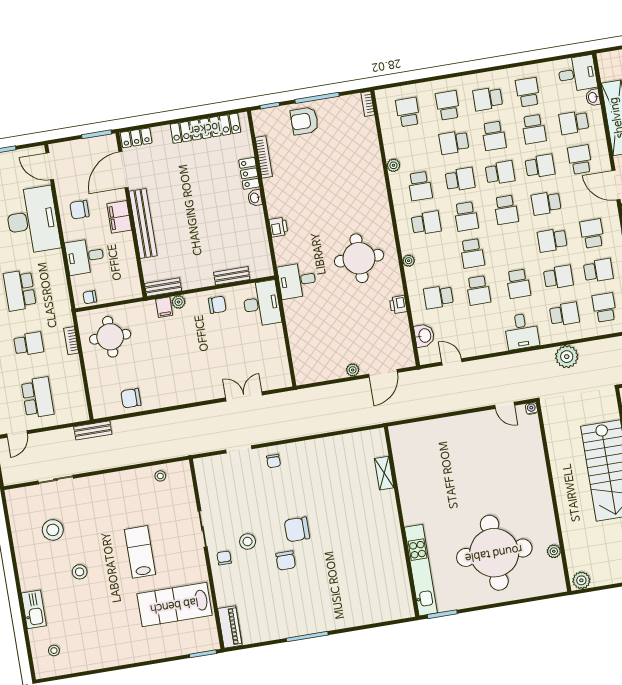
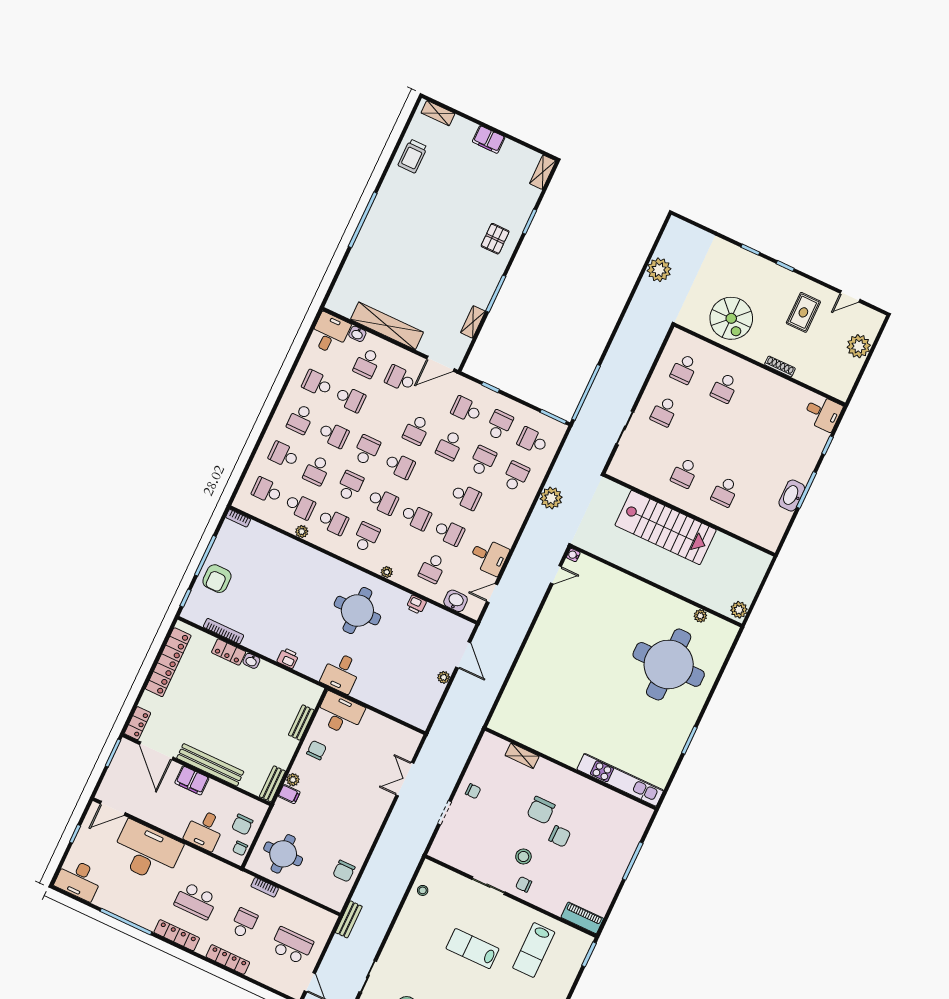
school desk: (540, 166) -> (300, 506), moved, turned 90
chair: (79, 210) -> (242, 824), moved
desk: (522, 331) -> (489, 557), moved
shelving: (384, 473) -> (522, 756), moved
wall: (401, 522) -> (571, 769), moved
kitchen unit: (421, 570) -> (620, 780), moved
lab bench: (174, 605) -> (534, 950), width x0.73, depth x0.72

